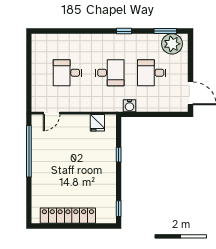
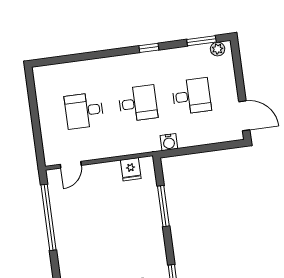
plant: (172, 44) -> (218, 49), width x0.53, depth x0.53
desk: (152, 73) -> (191, 96), turned 180
window: (119, 155) -> (163, 206), width x2.17

